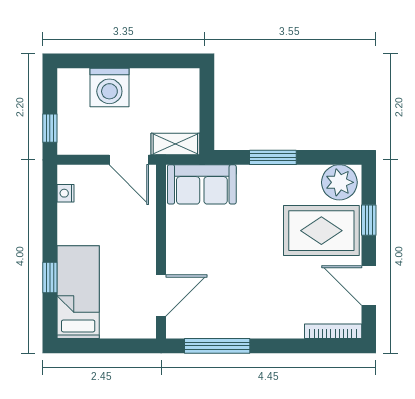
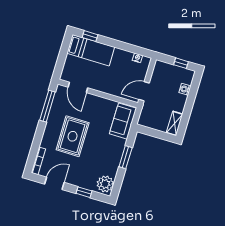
washing machine: (109, 87) -> (185, 89), width x0.53, depth x0.53
window: (50, 128) -> (181, 63), moved
shelving: (175, 144) -> (174, 123), moved
rug: (321, 231) -> (73, 136), moved
window: (50, 277) -> (90, 36), moved

